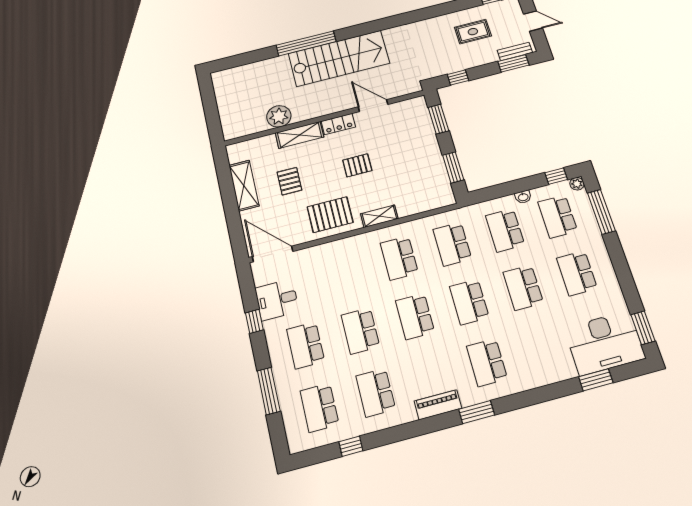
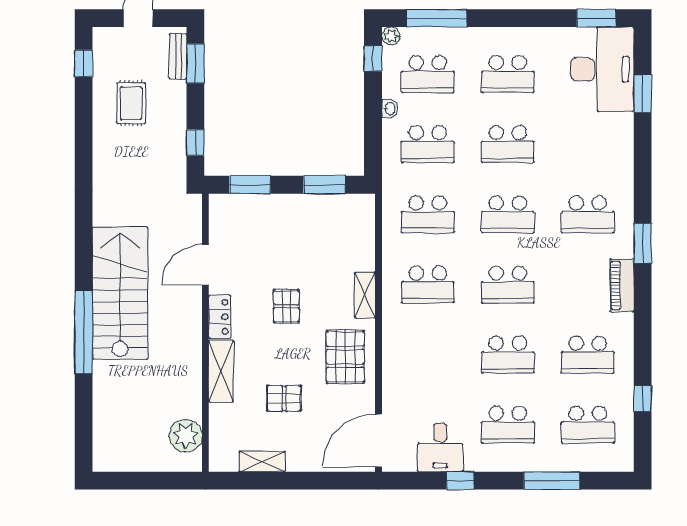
plant: (279, 116) -> (186, 436), moved
shelving: (244, 186) -> (262, 461), width x0.67, depth x0.75

